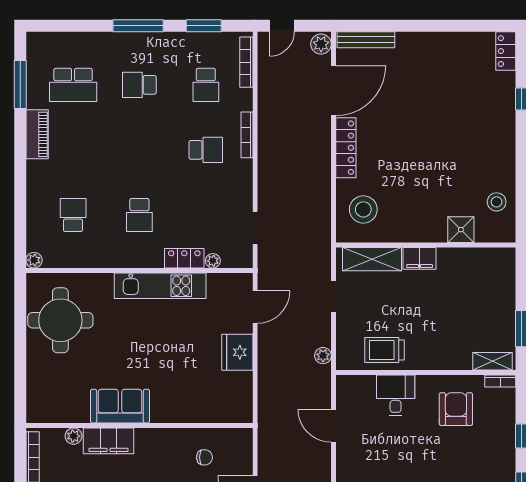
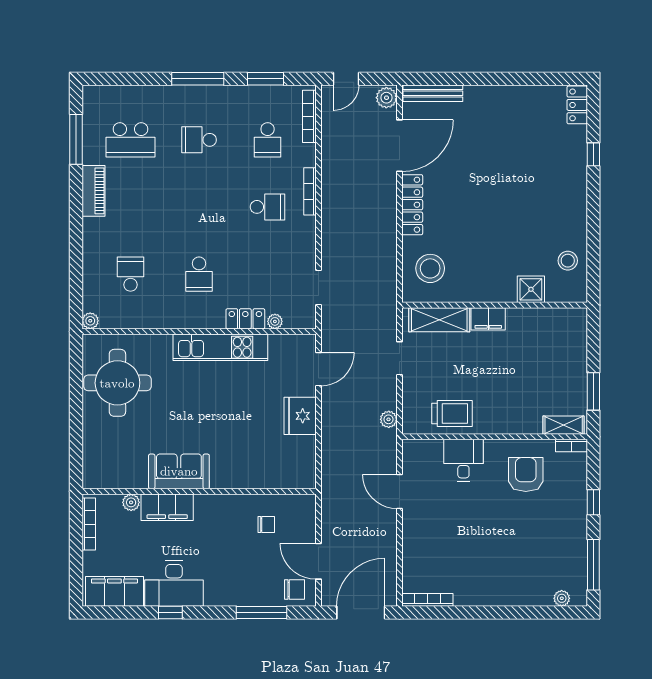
trolley: (384, 350) -> (452, 413), turned 180

